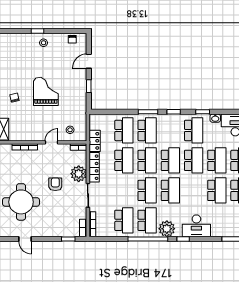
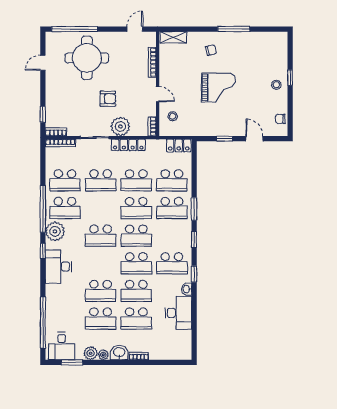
locker: (95, 141) -> (179, 145), moved
school desk: (147, 190) -> (101, 180), moved

